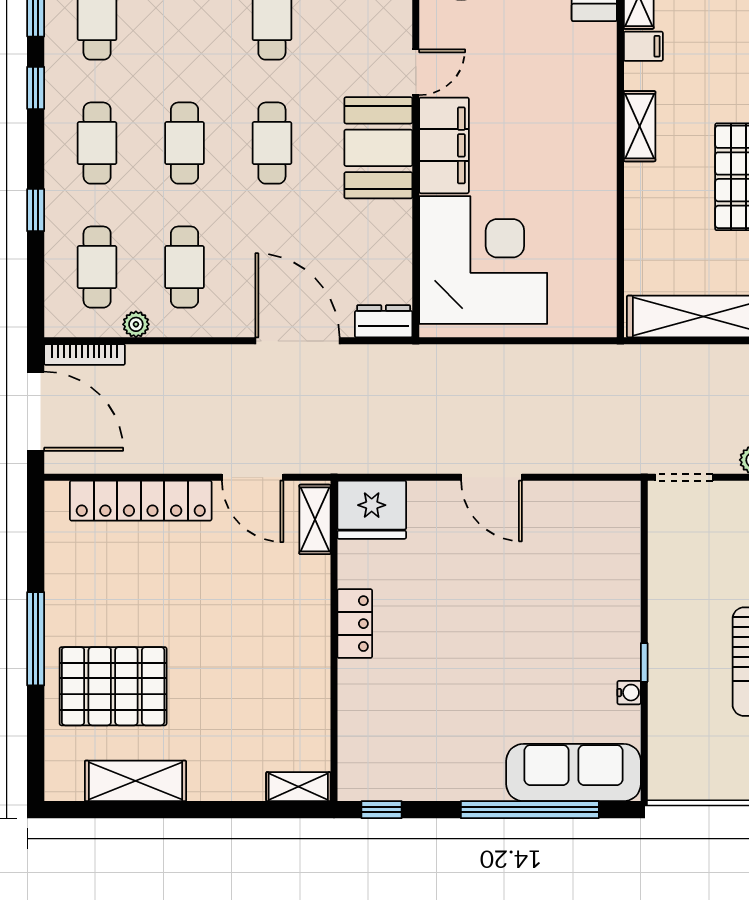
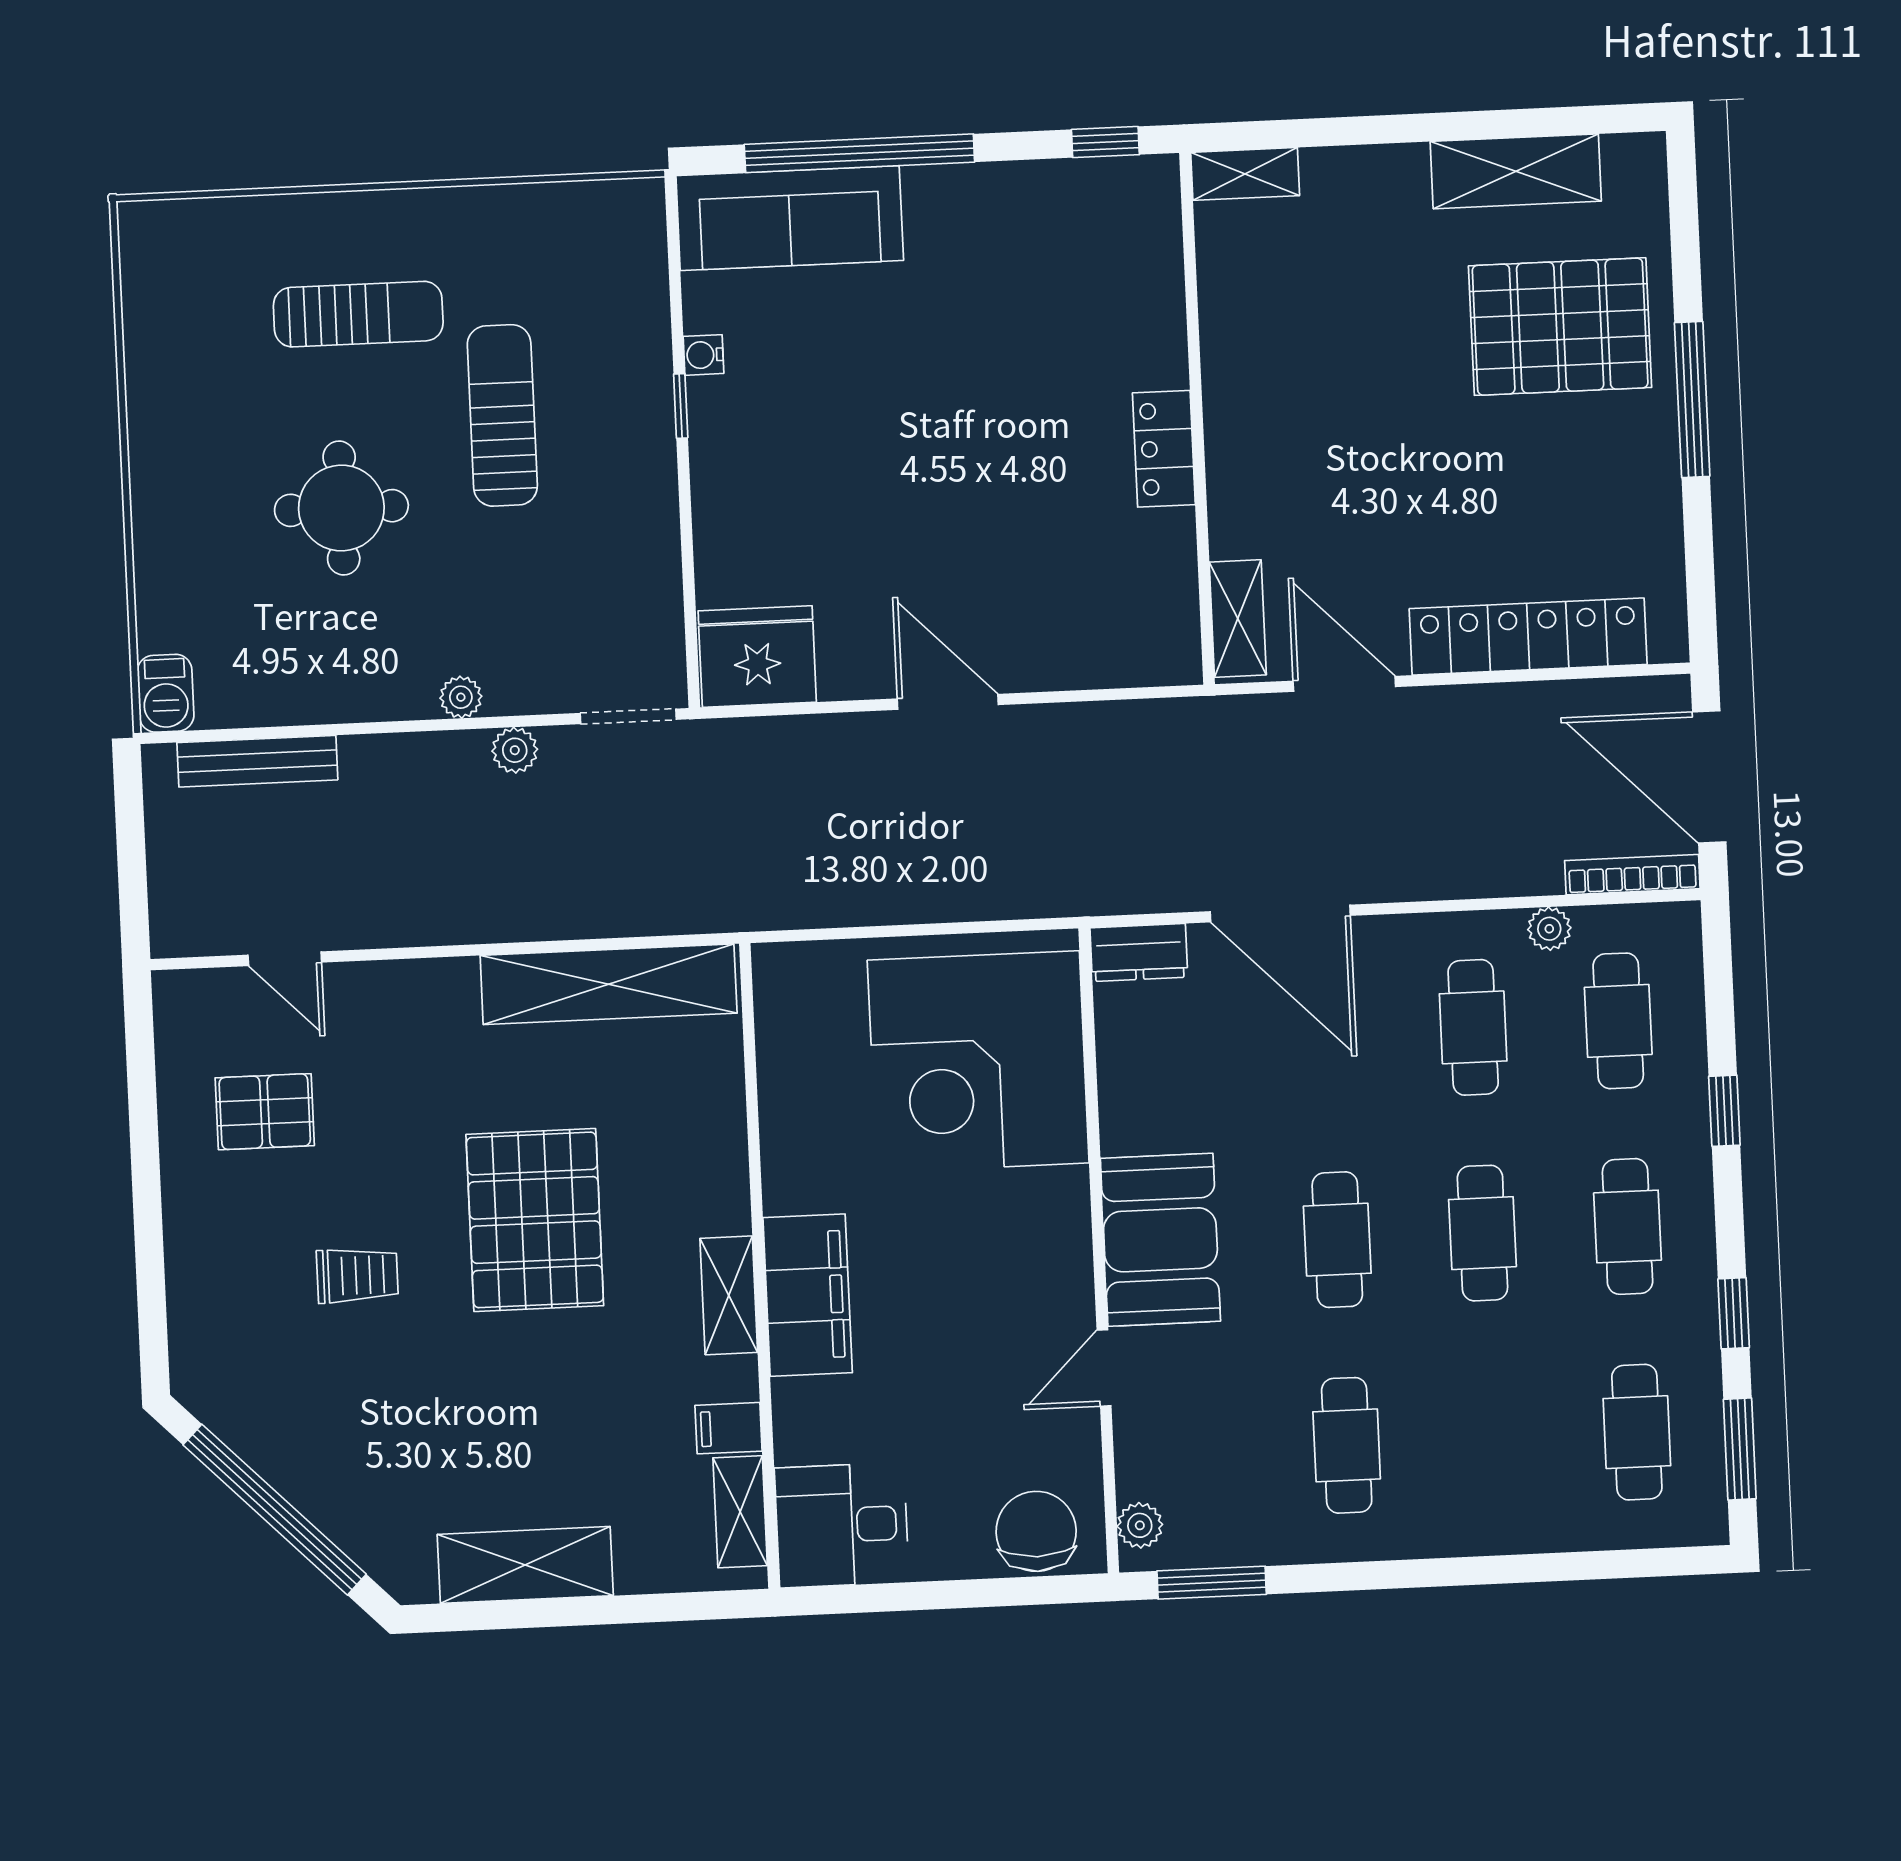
filing cabinet: (444, 145) -> (808, 1295), moved, turned 180
fridge: (372, 510) -> (757, 656), moved

